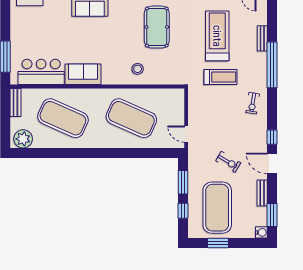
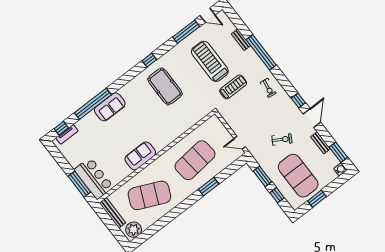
stool: (138, 69) -> (174, 124), removed
bar counter: (41, 72) -> (94, 178), moved, turned 90
bench: (15, 102) -> (112, 213), width x1.36
exercise mat: (131, 118) -> (195, 160), turned -30
window: (125, 153) -> (209, 187), added
door: (272, 164) -> (312, 118), swing flipped

